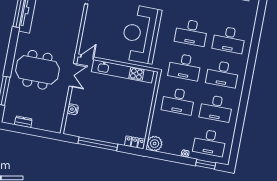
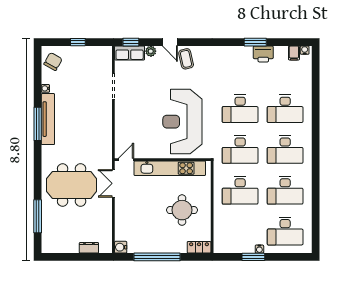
double door: (73, 75) -> (113, 183), swing flipped
round table: (126, 108) -> (182, 210), added
water cooler: (73, 109) -> (121, 247), moved
dresser: (23, 122) -> (89, 248), moved
plant: (155, 144) -> (222, 244), removed
window: (206, 164) -> (253, 257), moved

